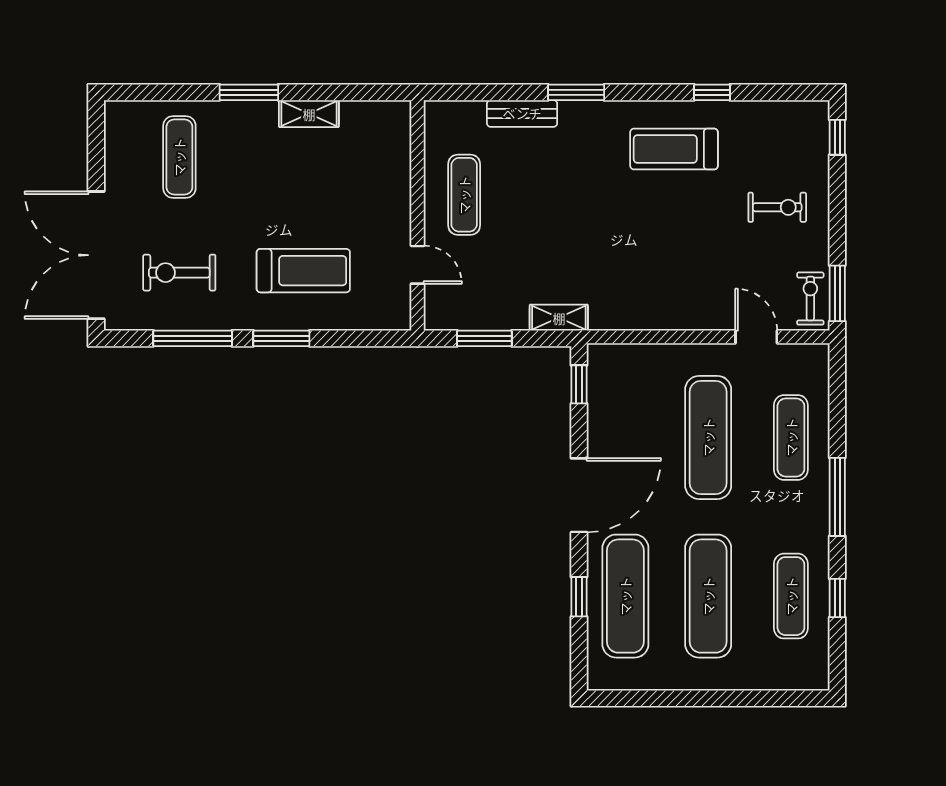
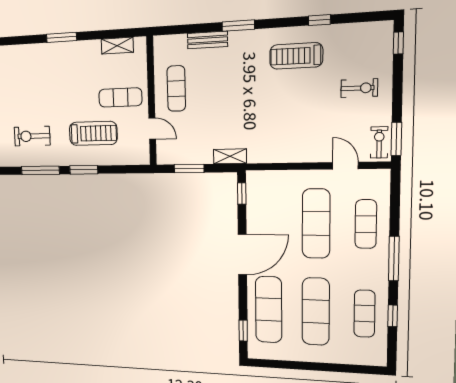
shelving: (309, 114) -> (117, 46), moved
exercise mat: (179, 157) -> (120, 97), moved, turned 90
window: (579, 597) -> (243, 331), moved

